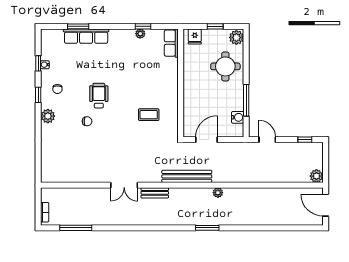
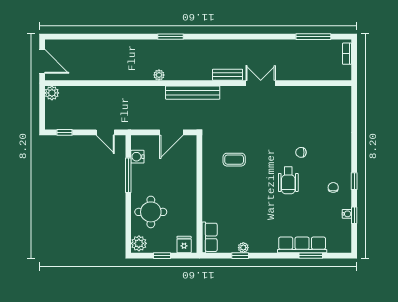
plant: (48, 116) -> (344, 158), removed

